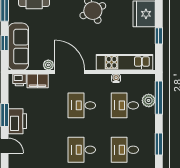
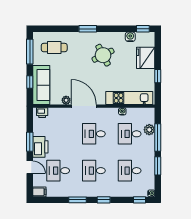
filing cabinet: (38, 81) -> (57, 113), removed
window: (159, 98) -> (158, 138), moved
desk: (39, 150) -> (58, 171), added

